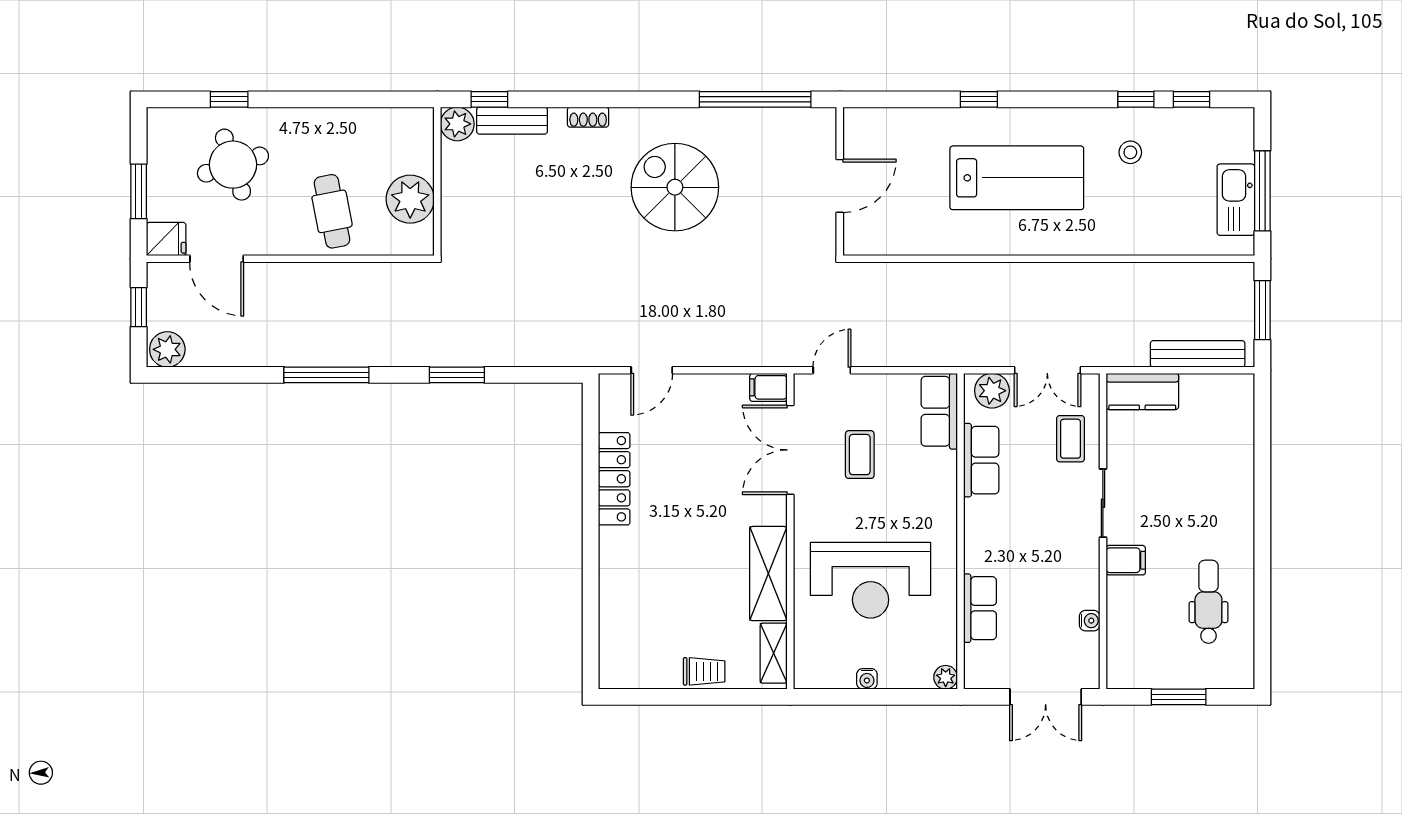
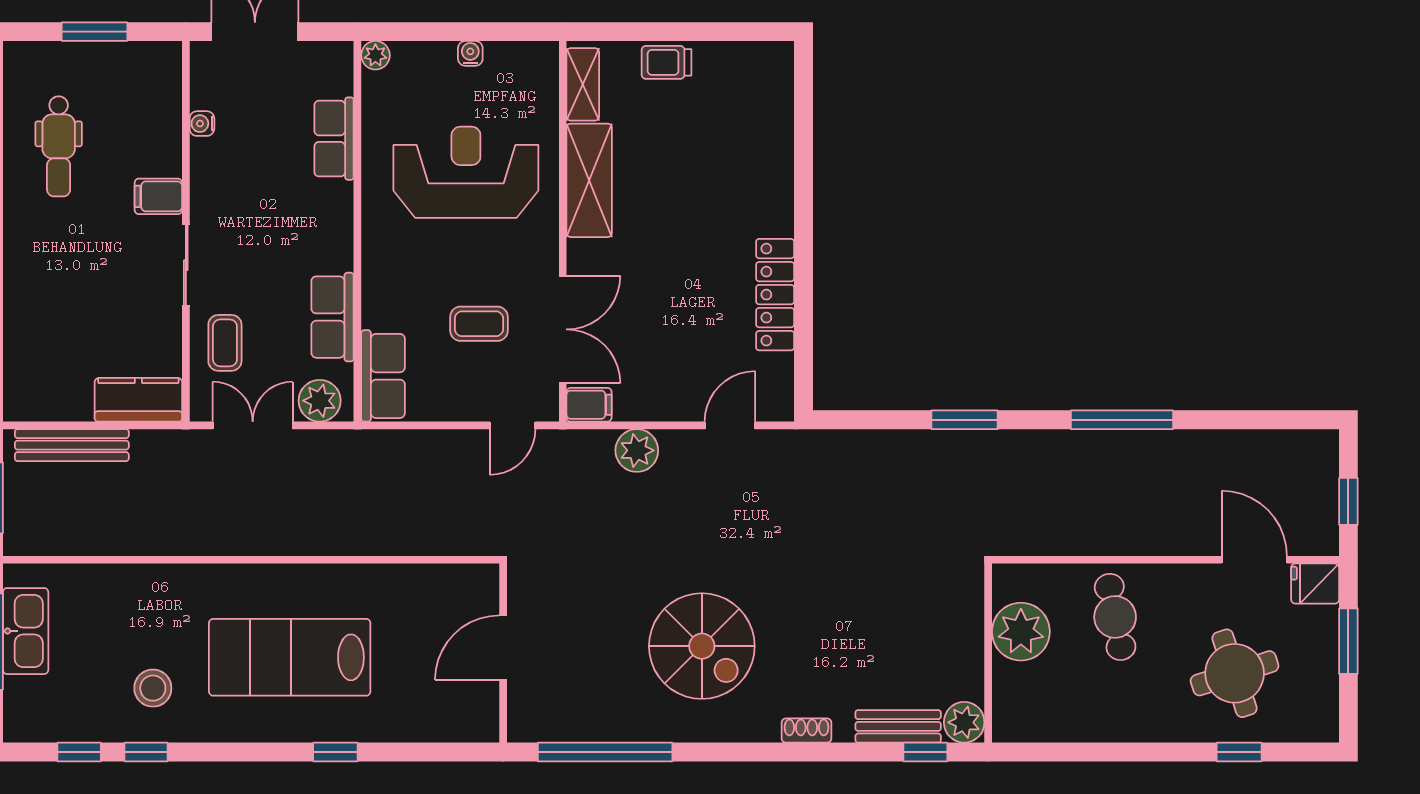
stool: (1130, 152) -> (153, 688), width x1.37, depth x1.37
plant: (167, 349) -> (637, 450), moved
coffee table: (860, 455) -> (479, 324), turned 90

